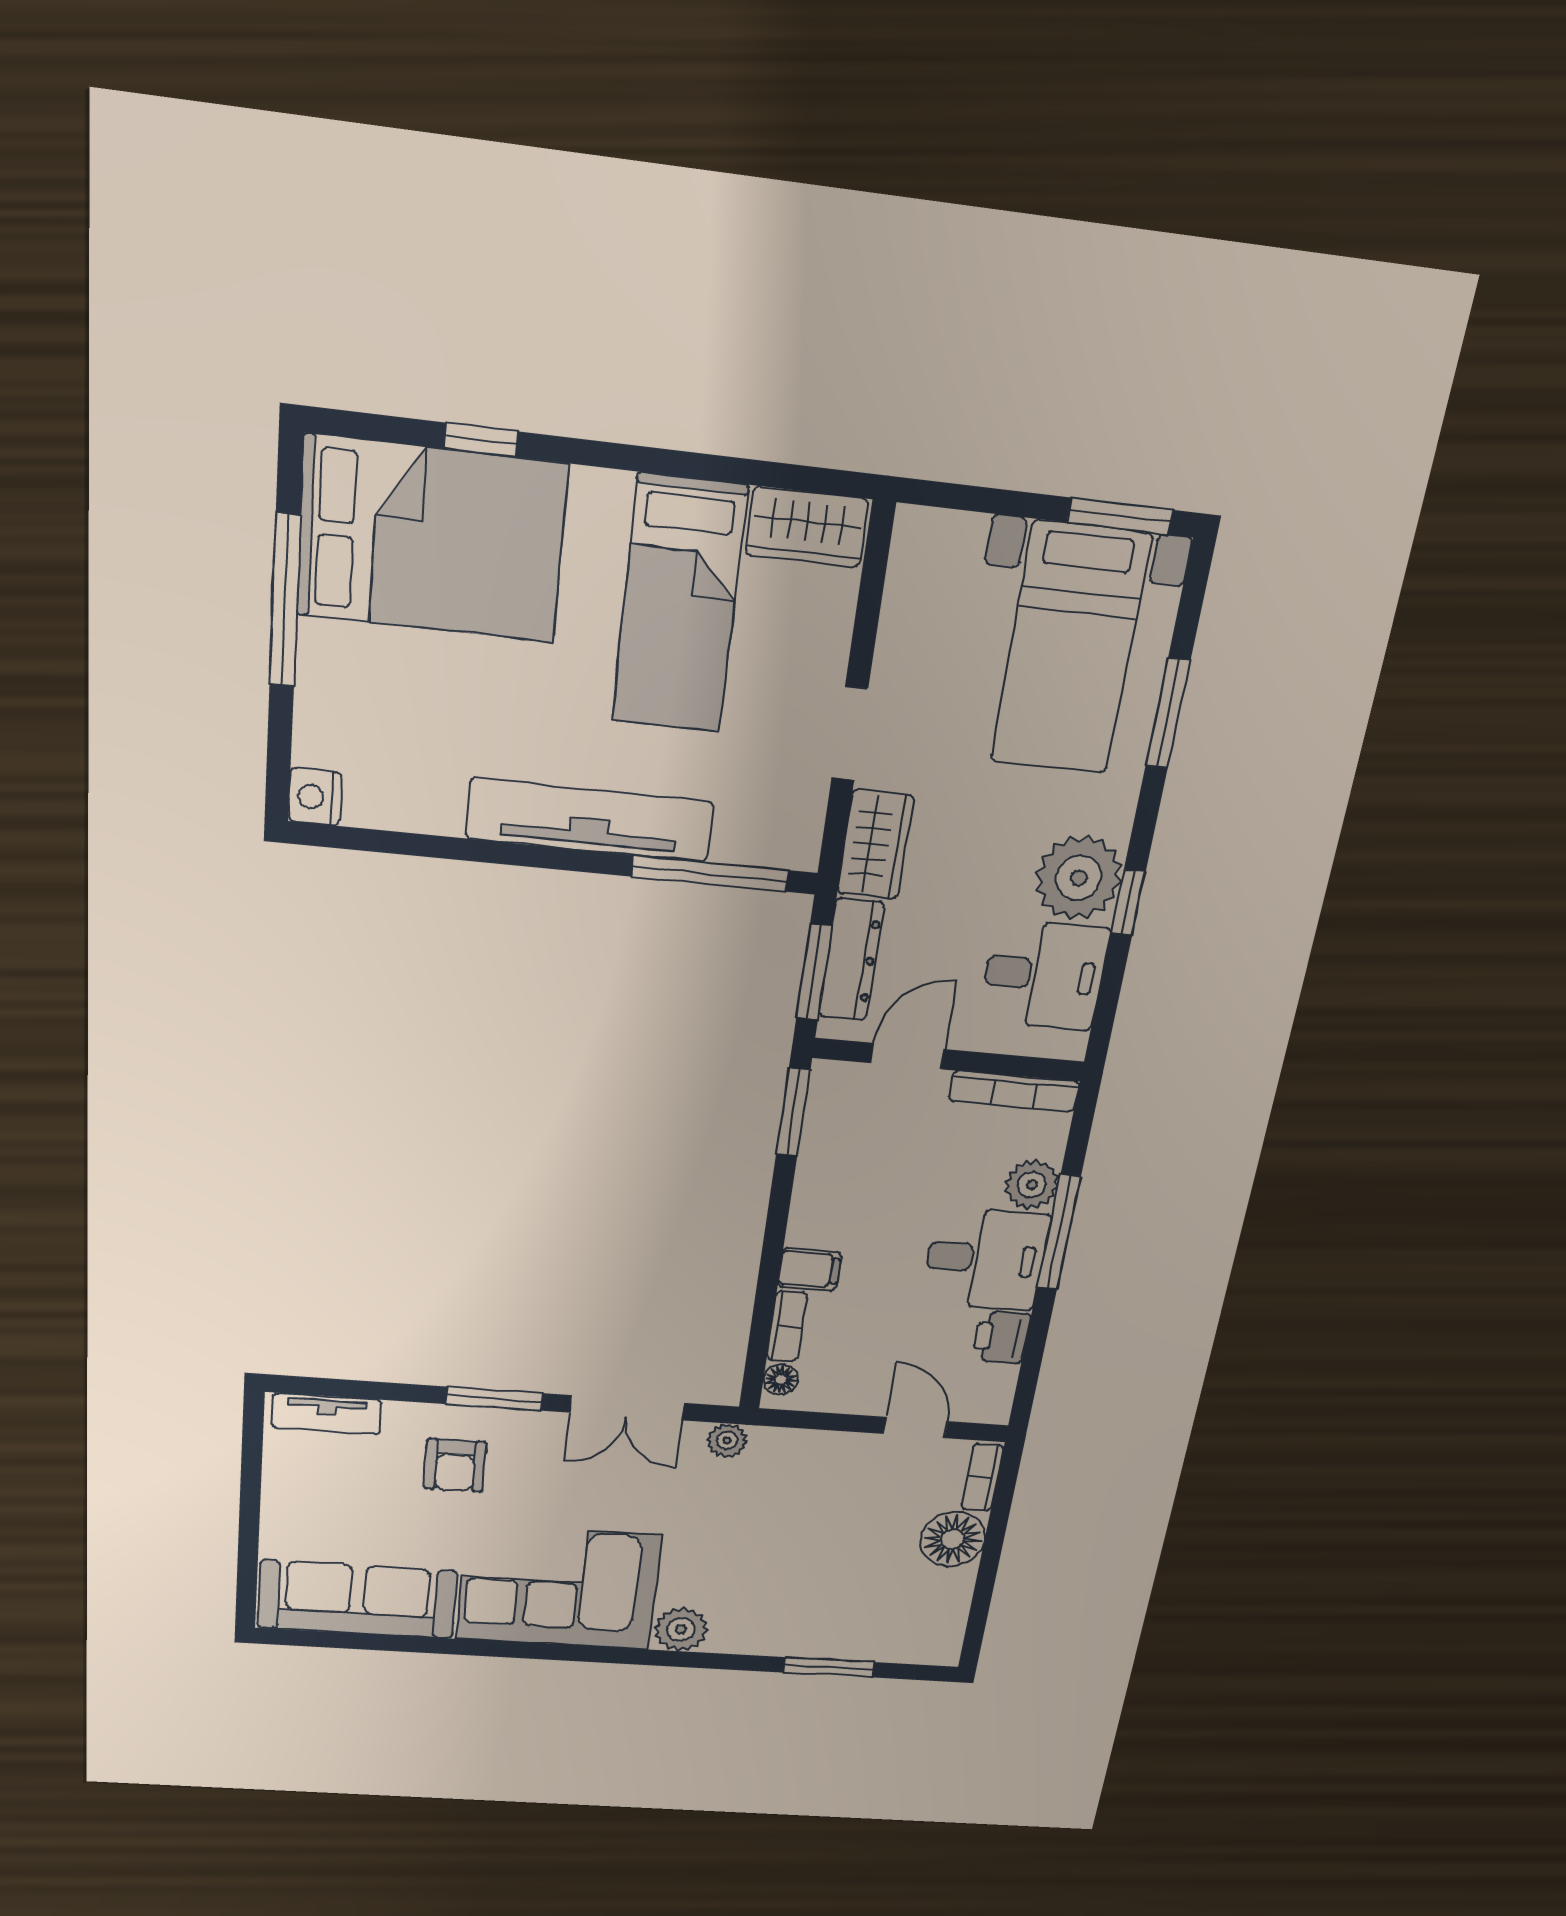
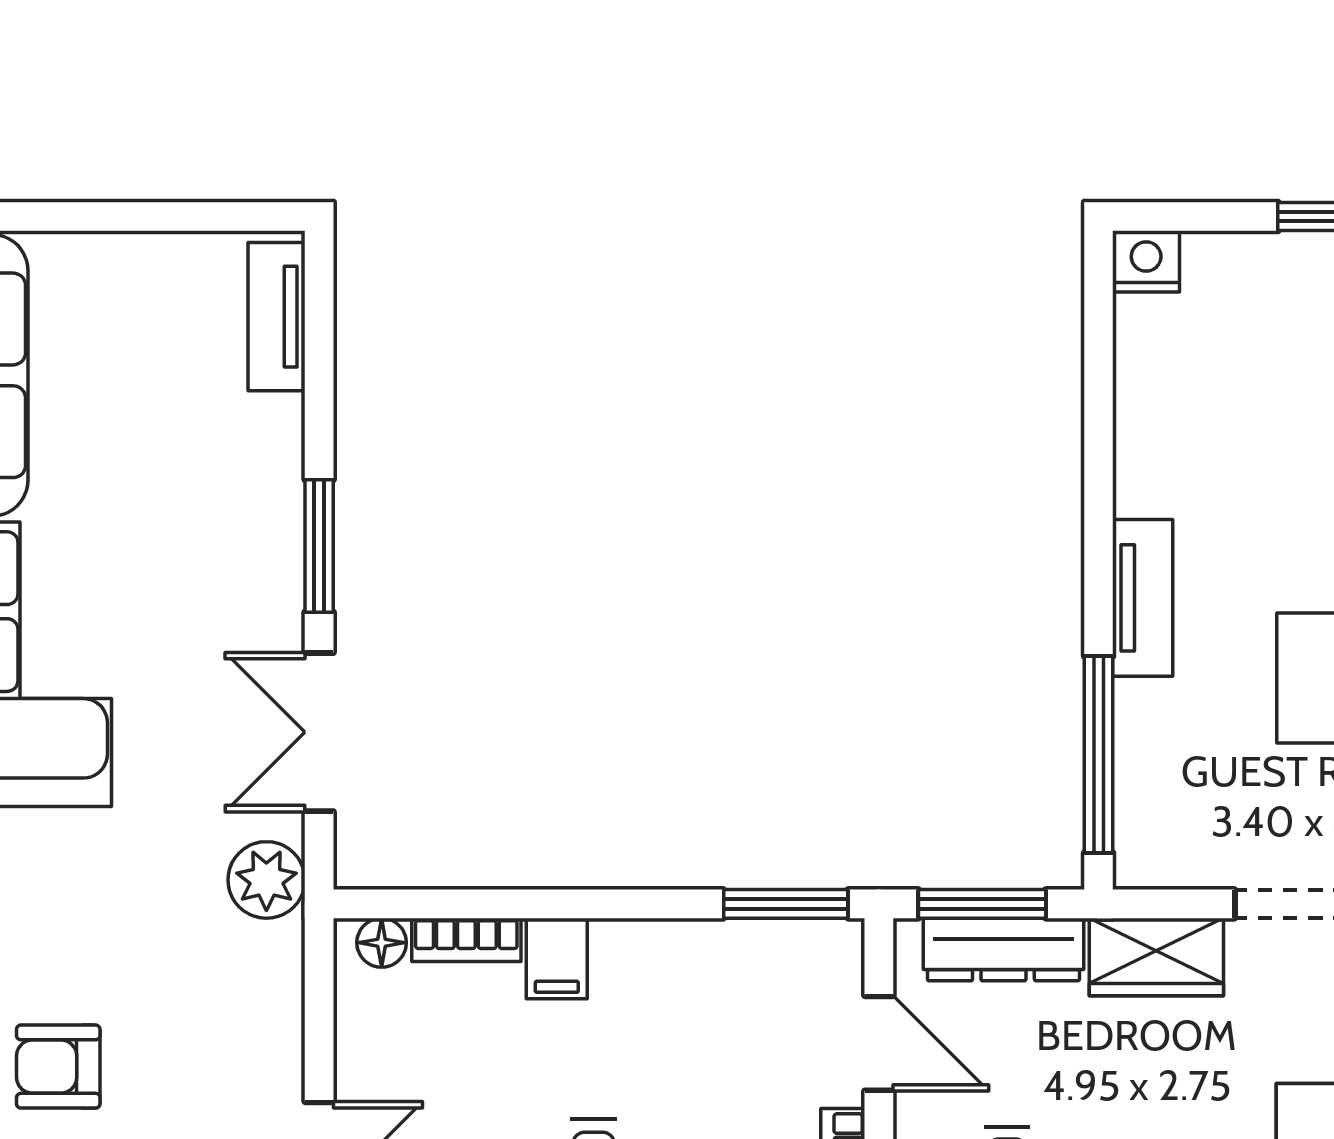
tv unit: (590, 820) -> (1143, 598), width x0.52, depth x0.78
plant: (727, 1440) -> (266, 880), width x1.38, depth x1.38
armchair: (455, 1465) -> (58, 1067), moved

